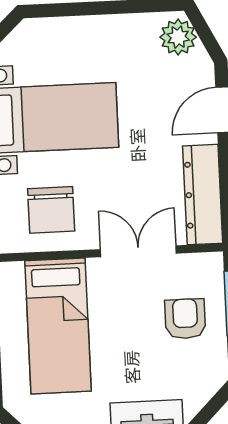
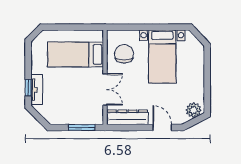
chair: (51, 210) -> (124, 54), turned 90
armchair: (185, 319) -> (76, 108), removed

